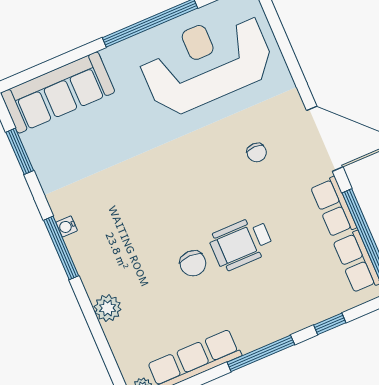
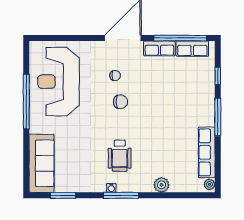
wheelchair: (241, 243) -> (120, 156), moved
chair: (193, 263) -> (120, 102), moved

